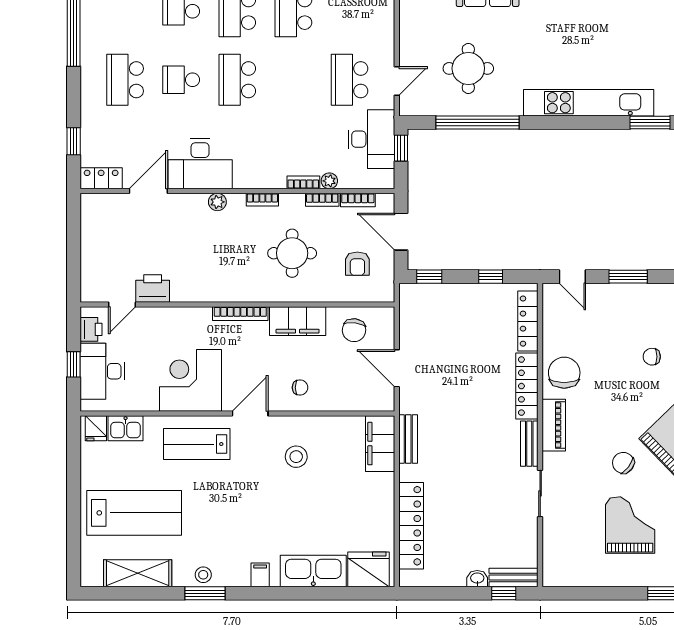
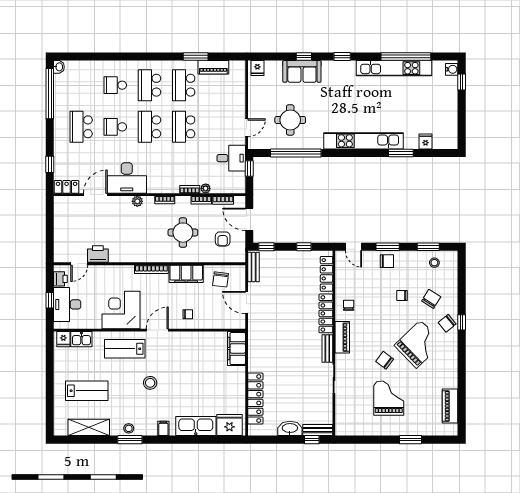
school desk: (350, 80) -> (184, 127), moved
desk: (371, 139) -> (231, 158), width x0.73
chair: (627, 300) -> (387, 261), added
chair: (564, 373) -> (349, 305), width x0.54, depth x0.54
bench: (408, 439) -> (254, 267), moved
stool: (296, 457) -> (150, 383), moved
lab bench: (134, 513) -> (87, 391), width x0.73, depth x0.72
washbasin: (477, 579) -> (290, 428), width x1.91, depth x1.45

